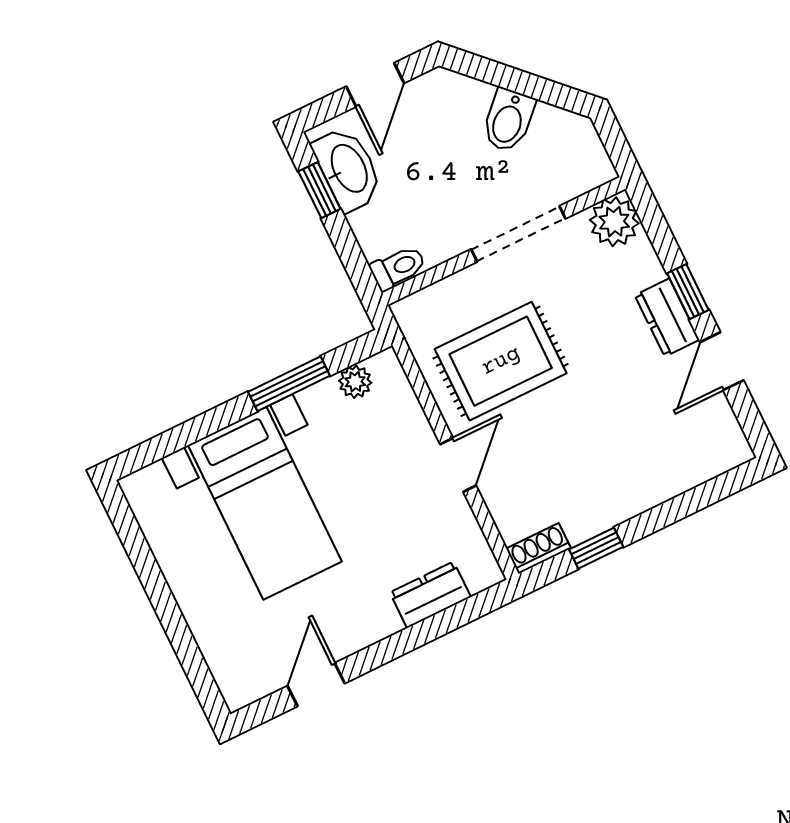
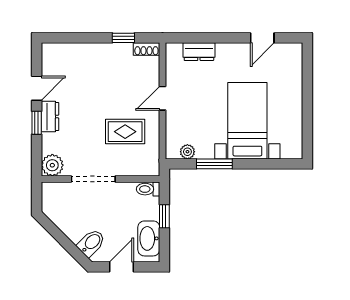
bidet: (508, 120) -> (91, 243), moved
window: (319, 190) -> (164, 216), moved
rug: (501, 361) -> (125, 132), width x0.73, depth x0.70

